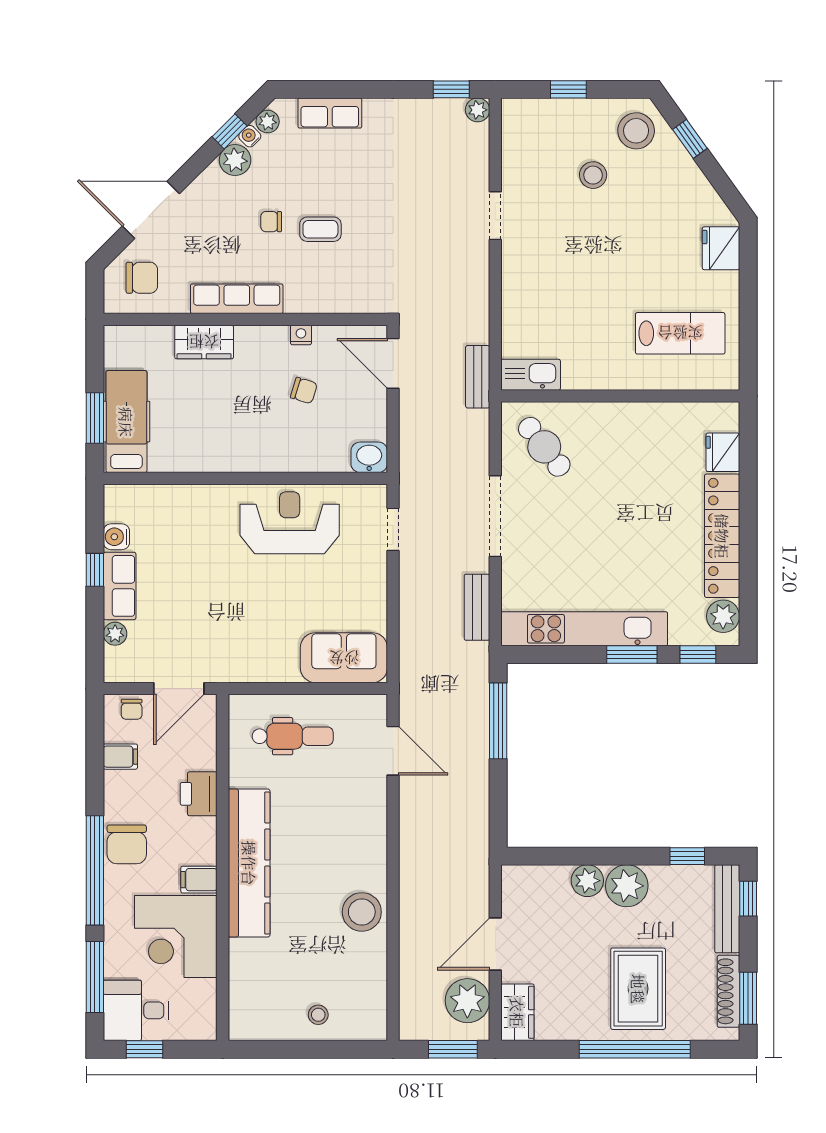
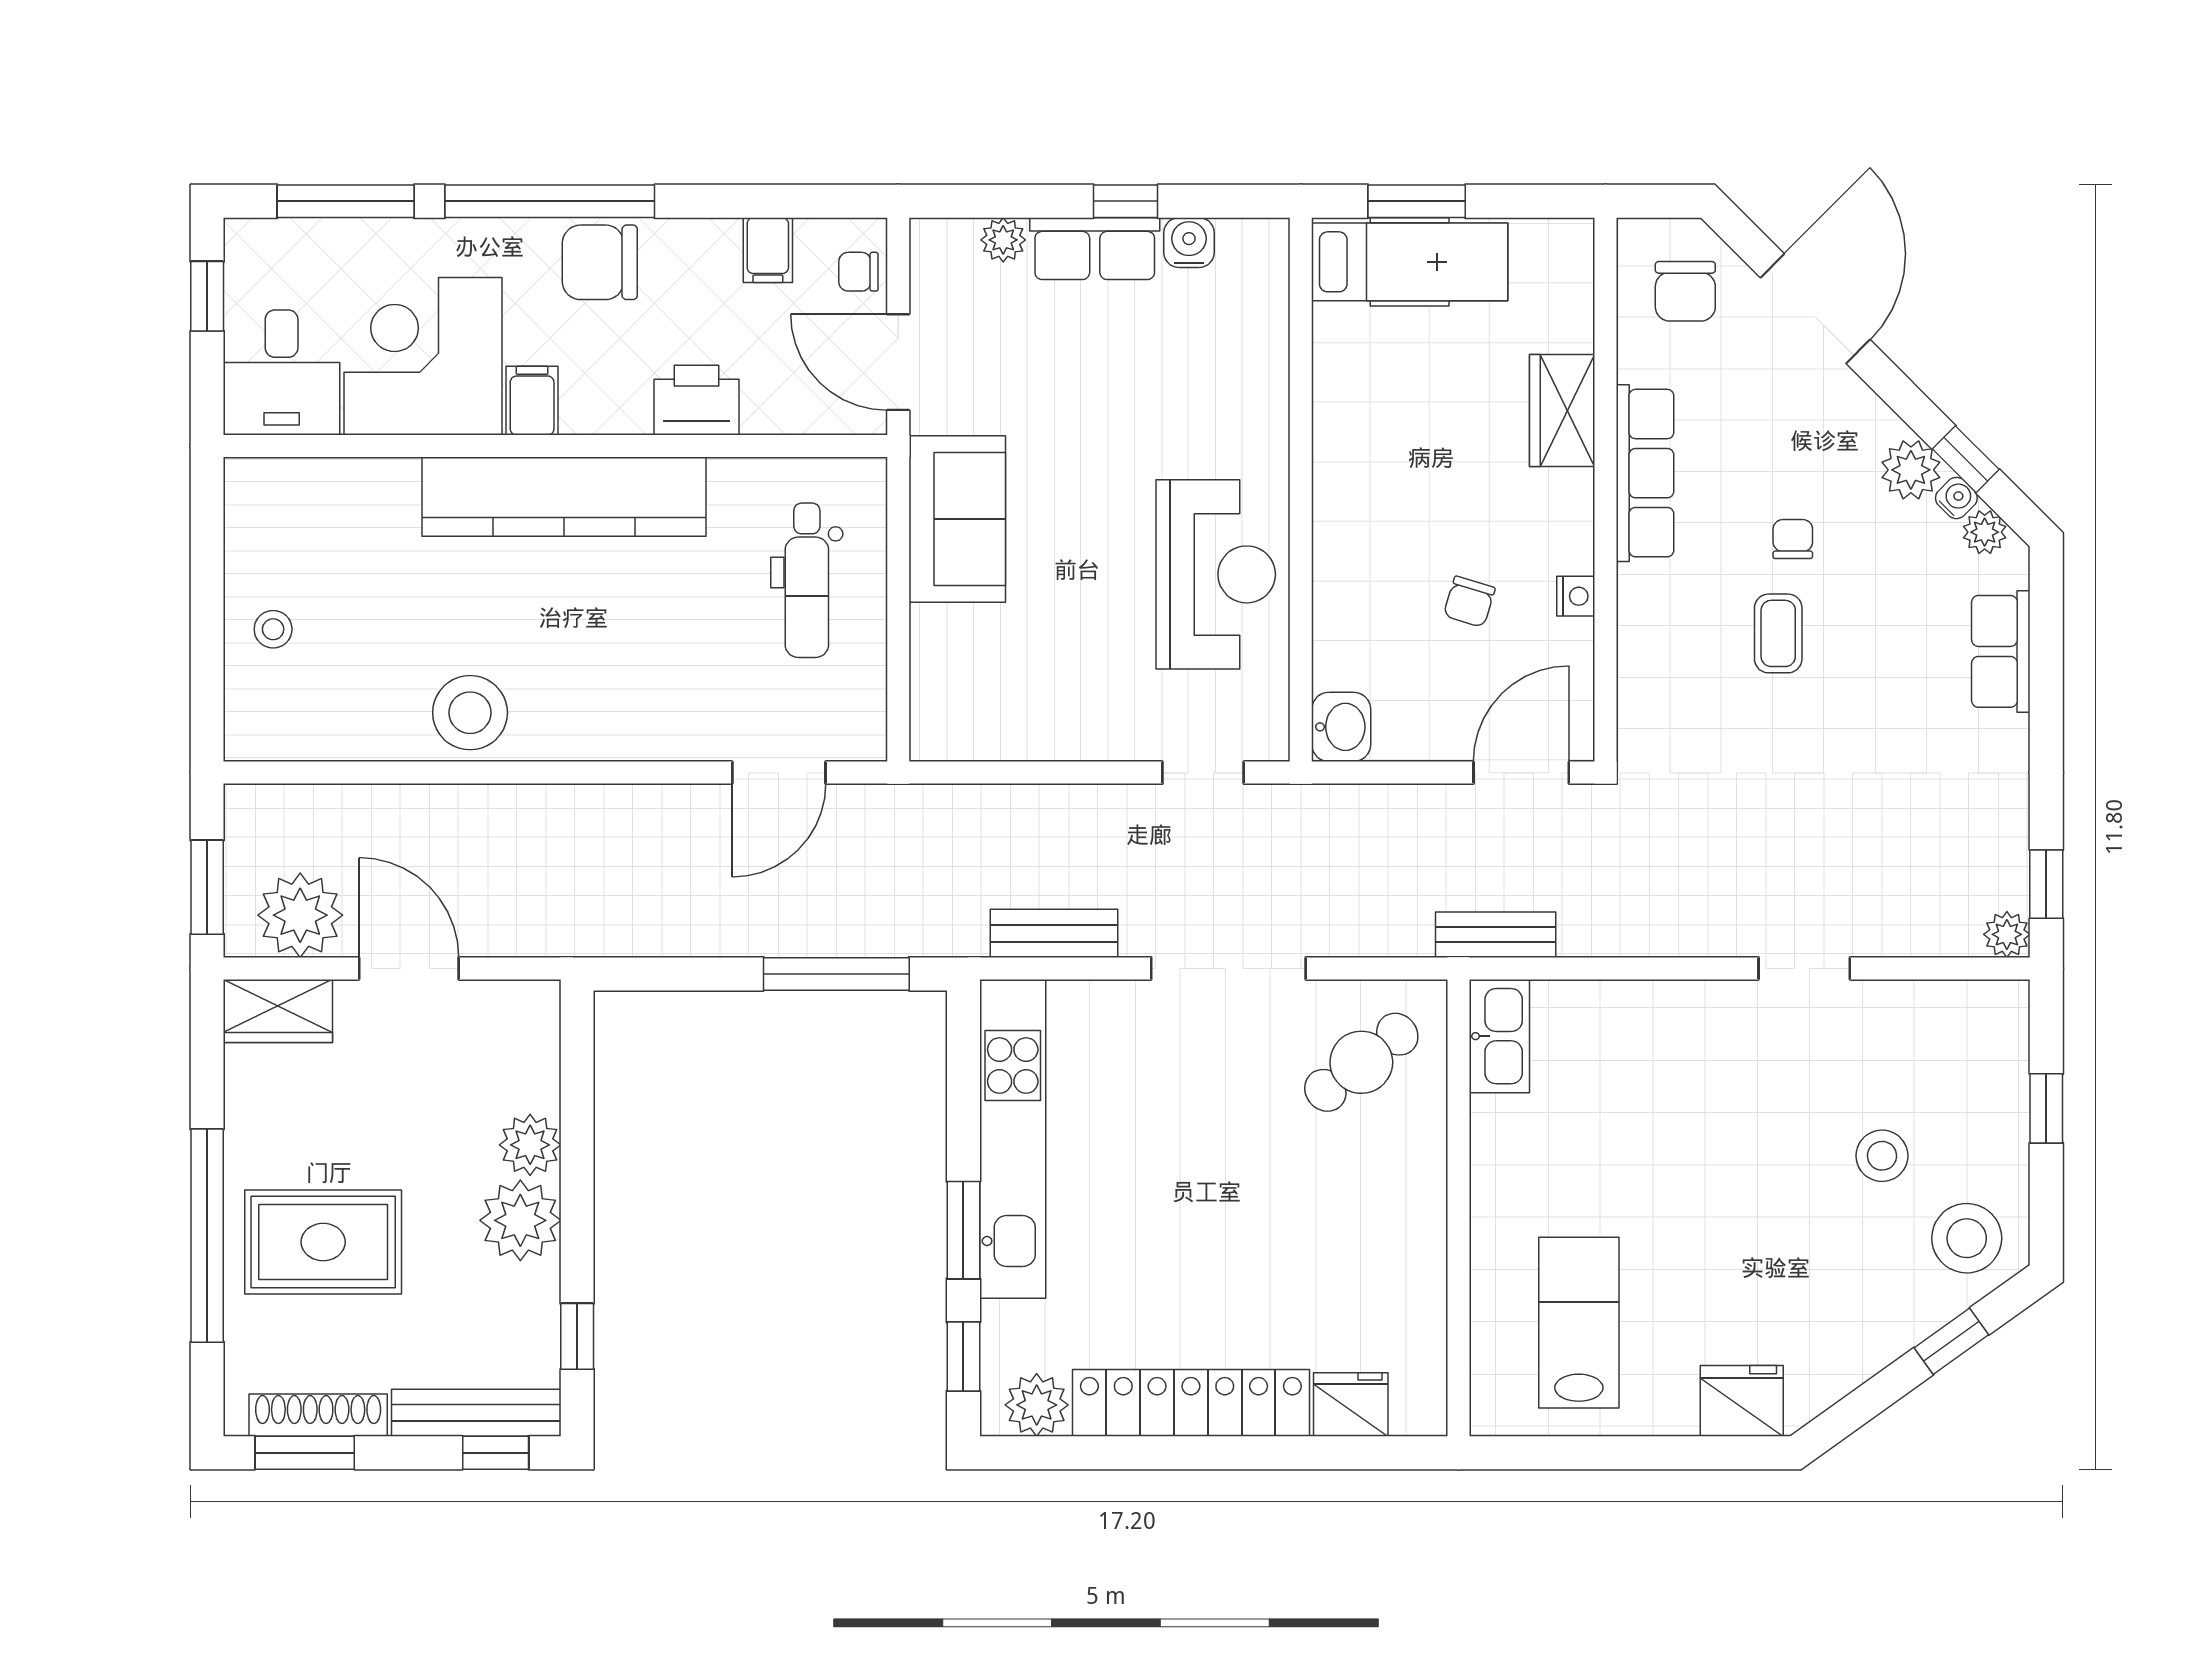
lab bench: (680, 333) -> (1579, 1323), turned 180
sofa: (344, 658) -> (957, 519), moved
desk: (136, 1010) -> (282, 373), moved, turned 180

